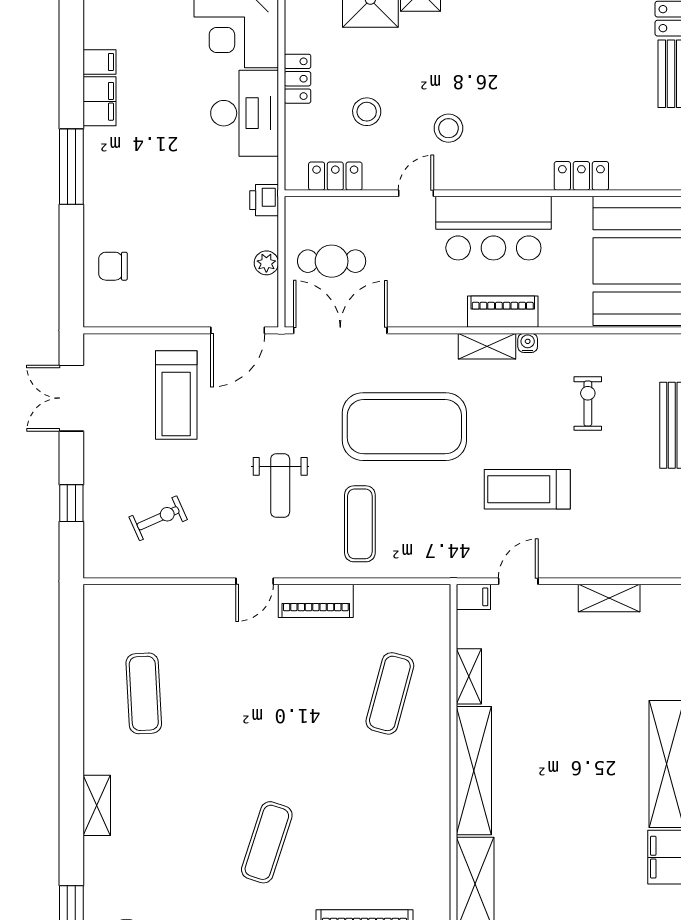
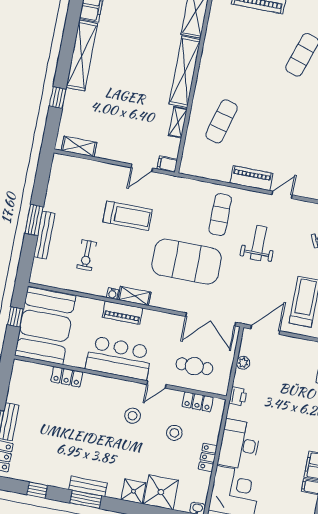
cafe table: (332, 261) -> (194, 366), moved
shelving: (609, 598) -> (79, 146), moved

